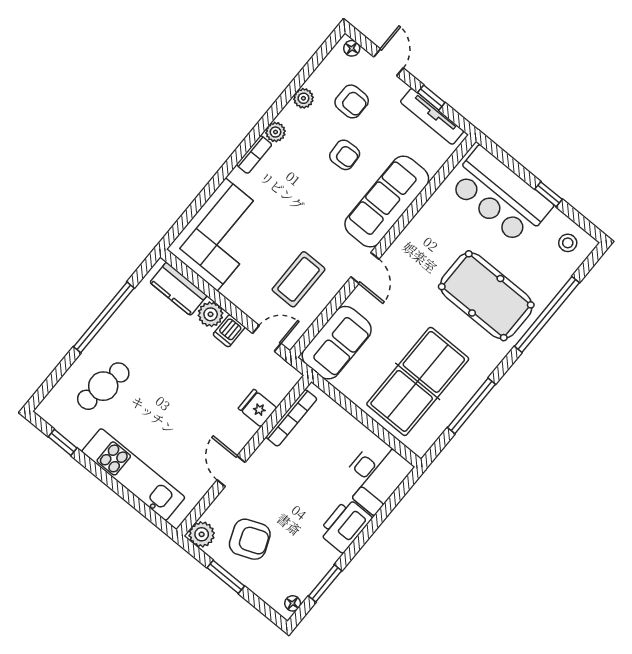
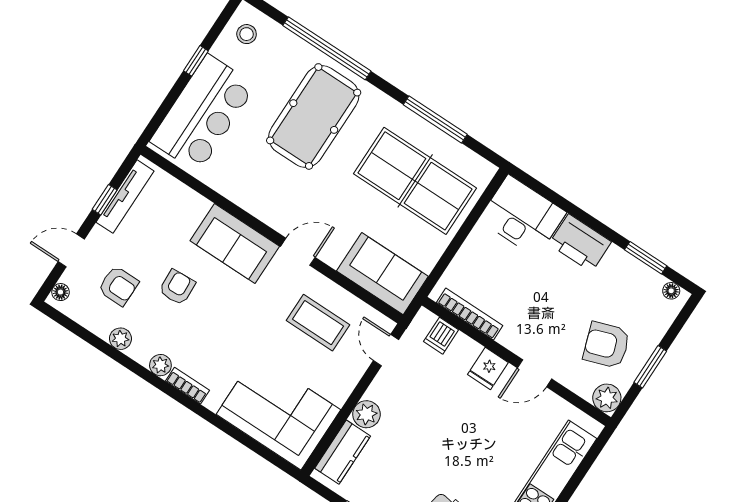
armchair: (352, 101) -> (118, 286), turned 90
sofa: (387, 202) -> (235, 243), width x0.73
dishwasher: (229, 331) -> (441, 336), moved, turned 90
fridge: (257, 408) -> (488, 368), moved
armchair: (250, 539) -> (606, 345), turned -87

